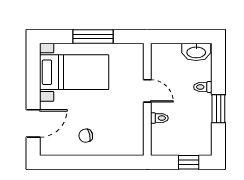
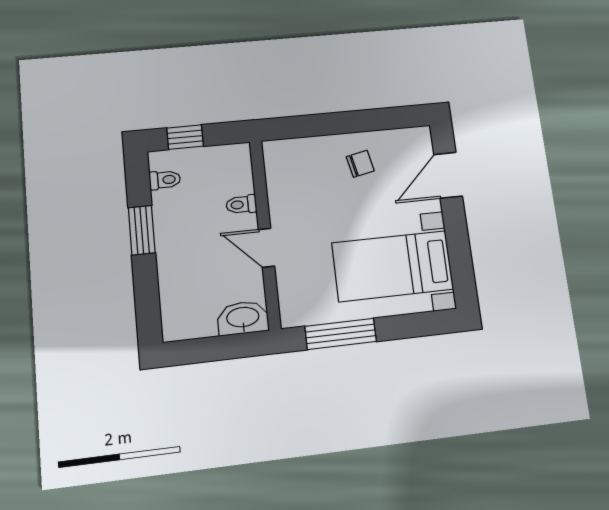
window: (93, 36) -> (341, 334), moved
washbasin: (196, 52) -> (243, 318), moved
toilet: (203, 87) -> (165, 180), moved

